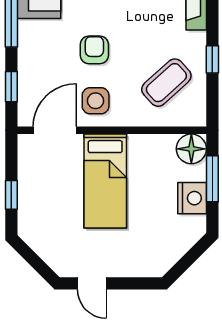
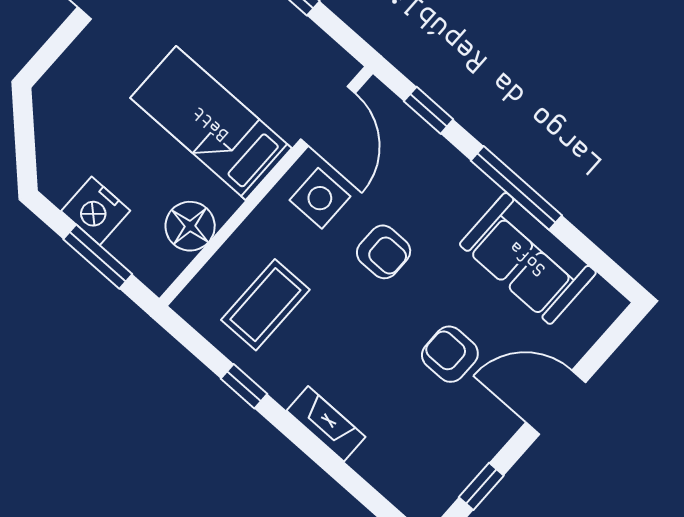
coffee table: (166, 83) -> (265, 305), turned 42
floor lamp: (191, 149) -> (190, 226), moved

